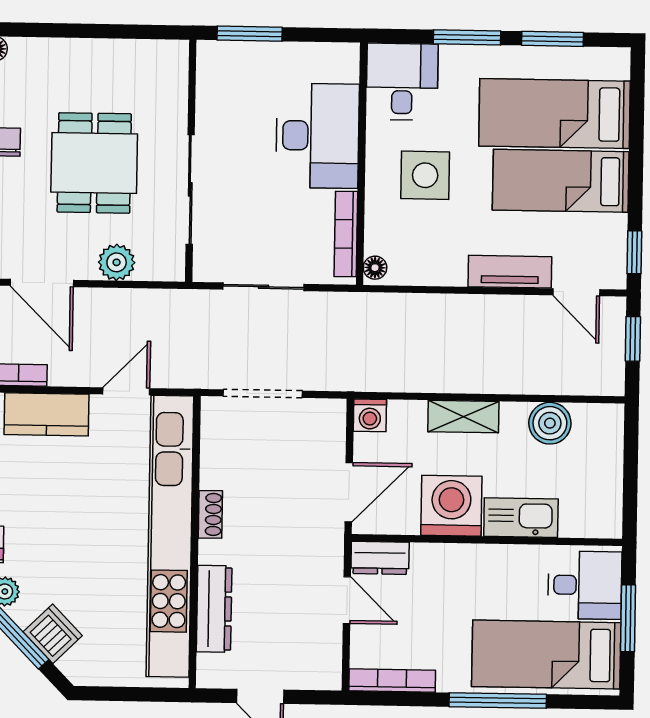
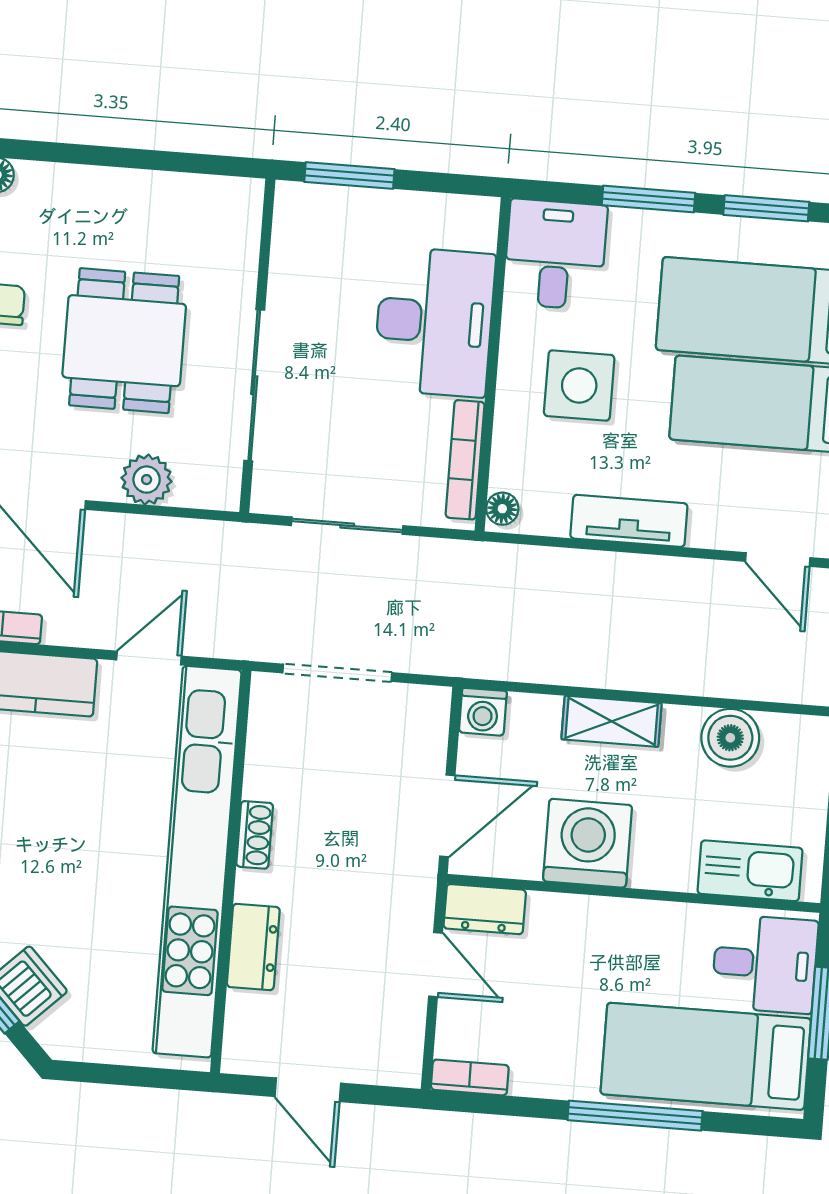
tv unit: (510, 272) -> (629, 521), moved
kitchen sink: (521, 518) -> (750, 871), moved
dresser: (214, 609) -> (253, 947), width x0.70
bookcase: (392, 680) -> (470, 1077), width x0.64

